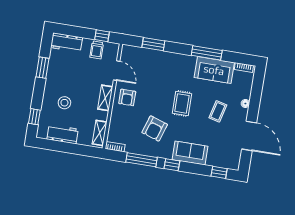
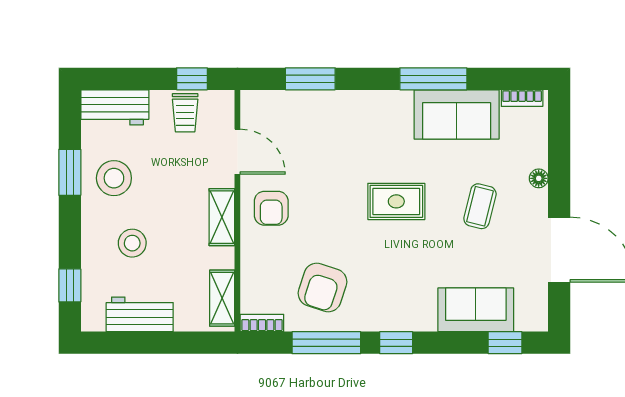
stool: (61, 73) -> (114, 178), added
rug: (182, 103) -> (396, 201), turned 90
armchair: (155, 128) -> (322, 288), moved
sofa: (190, 153) -> (476, 310), moved

